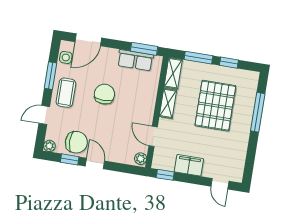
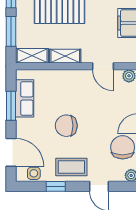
window: (144, 49) -> (11, 106), moved
window: (51, 76) -> (56, 186), width x0.67
door: (153, 136) -> (103, 66), hinge flipped

